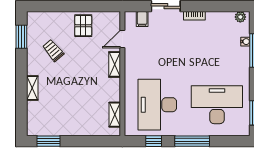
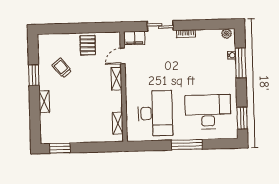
filing cabinet: (142, 19) -> (135, 38), width x2.00
window: (21, 37) -> (34, 75), moved
desk: (157, 105) -> (155, 113), turned 180
window: (154, 141) -> (153, 146), removed

